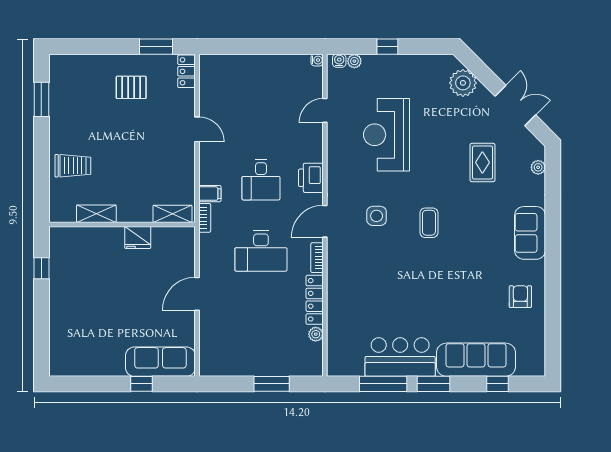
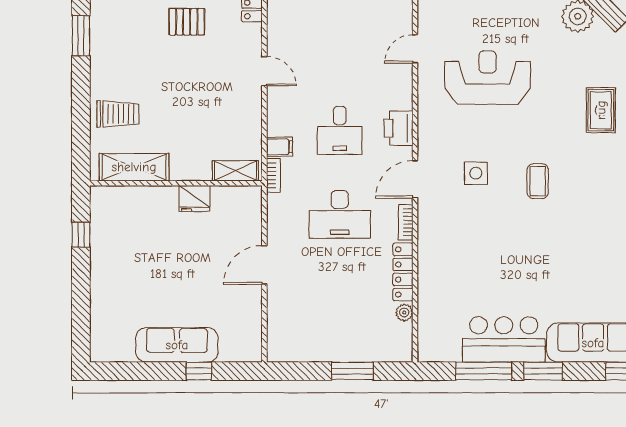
reception desk: (386, 135) -> (488, 77), turned 90
shelving: (96, 214) -> (134, 167), width x1.50, depth x1.33
sofa: (160, 362) -> (177, 345), moved

